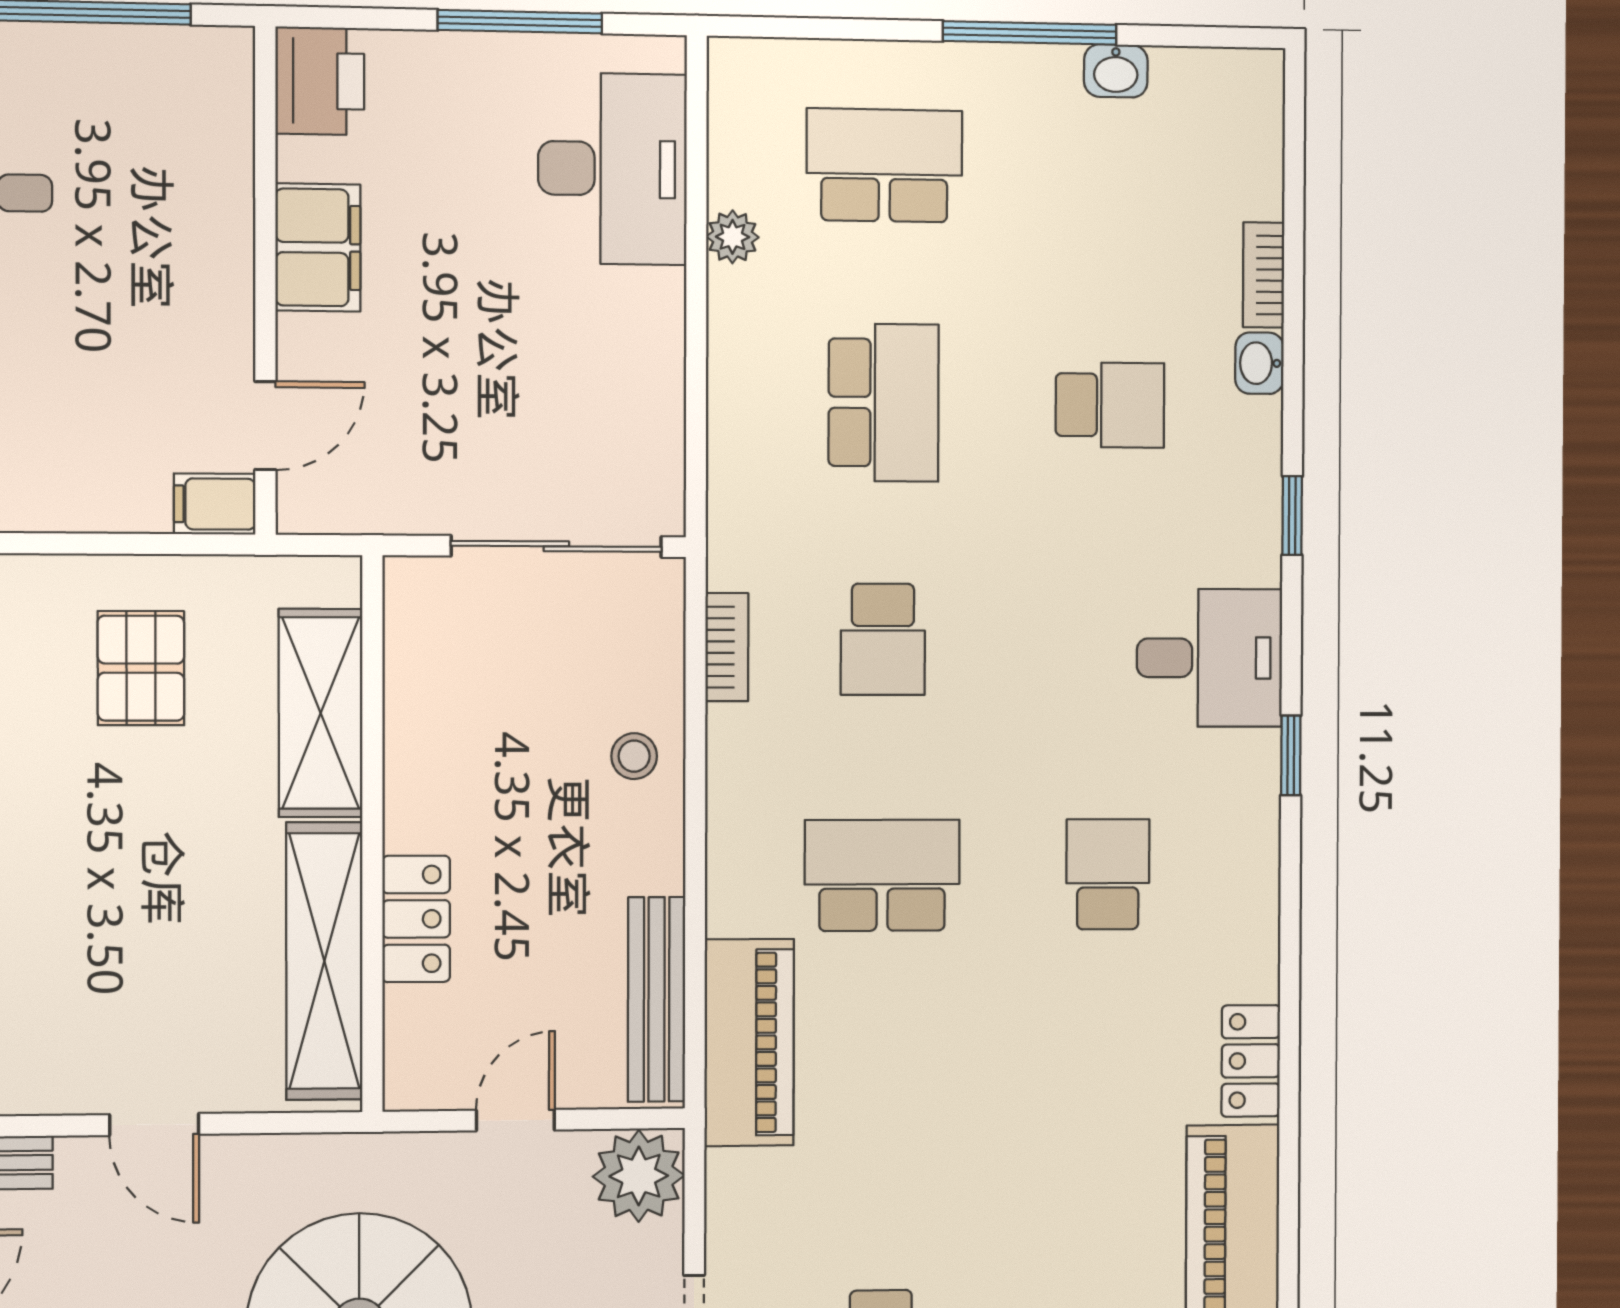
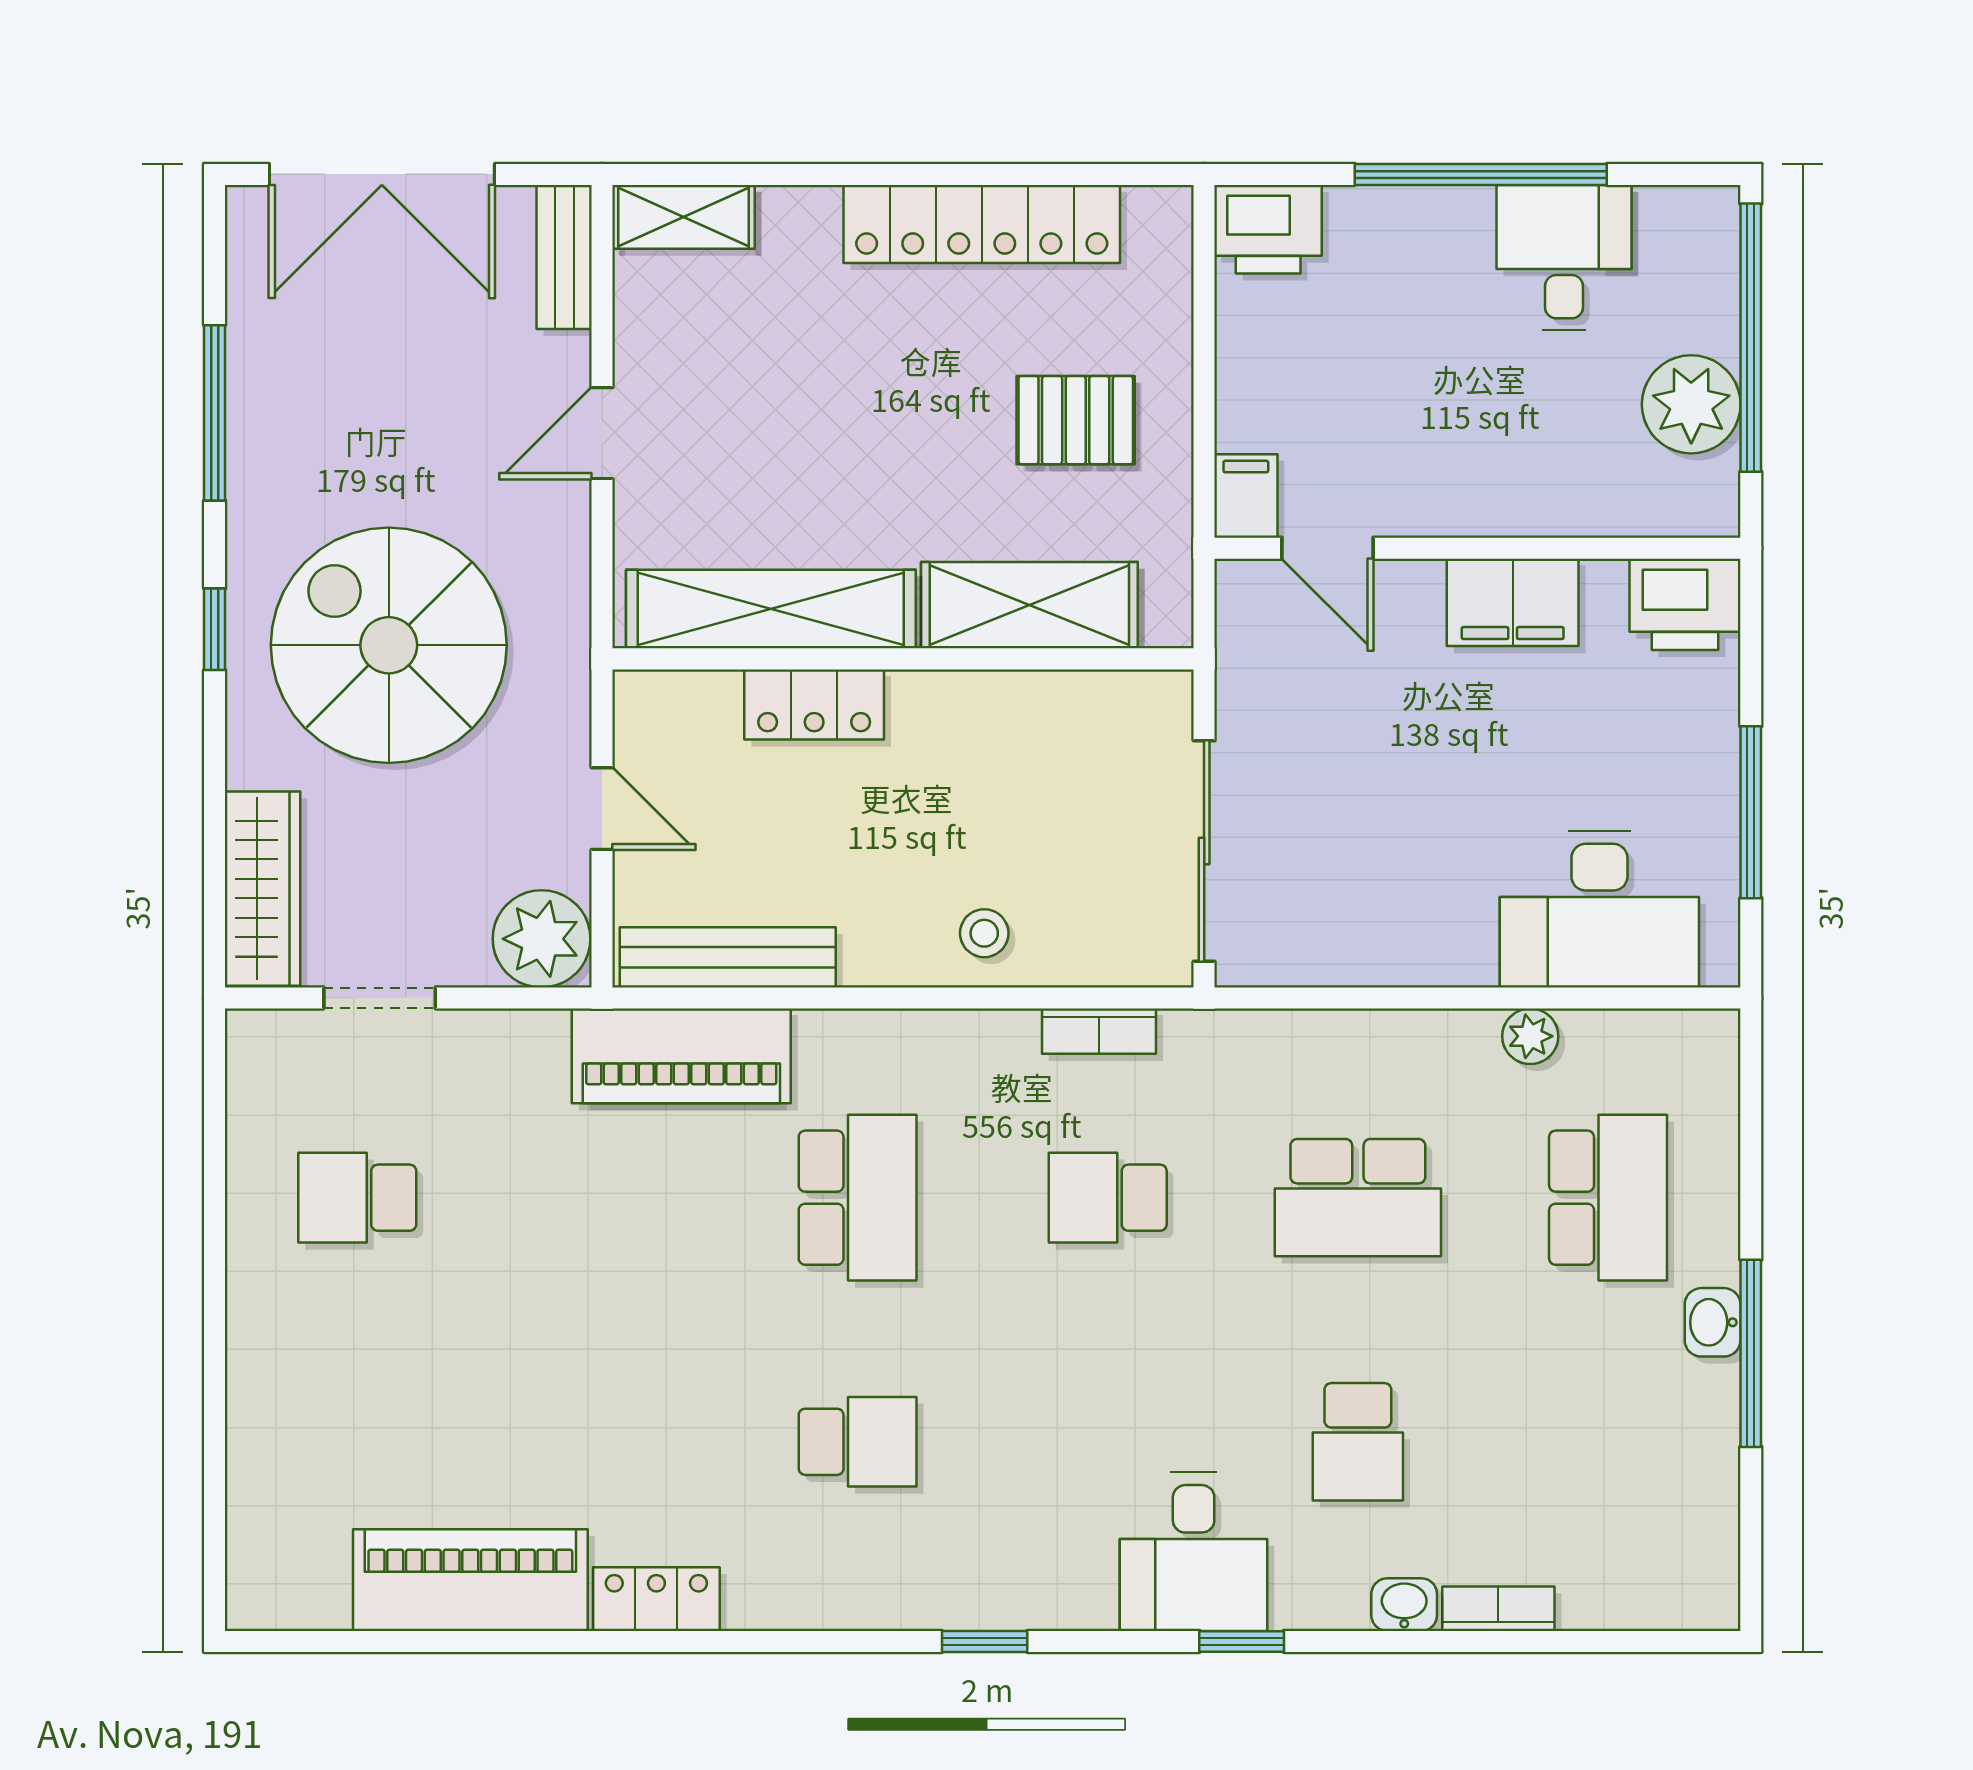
plant: (125, 71) -> (1691, 404), added
washbasin: (1116, 71) -> (1713, 1322), moved
desk: (1210, 658) -> (1194, 1552), moved

